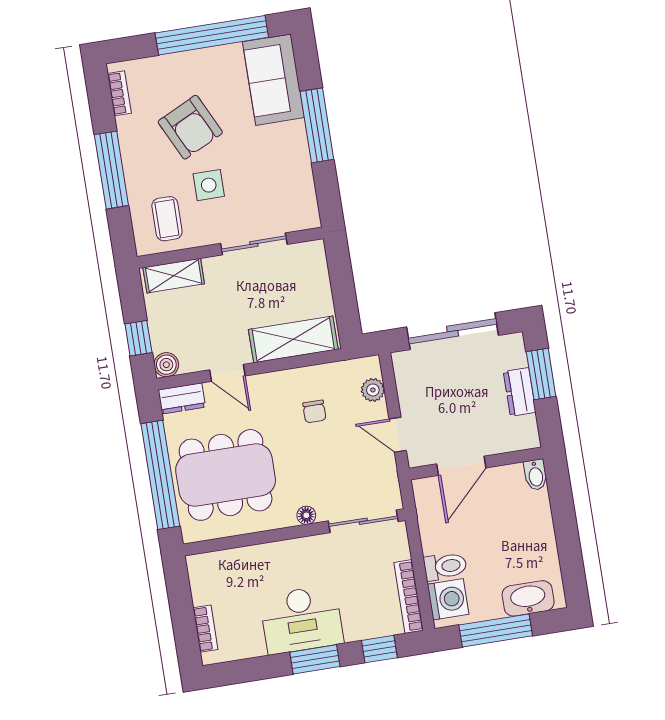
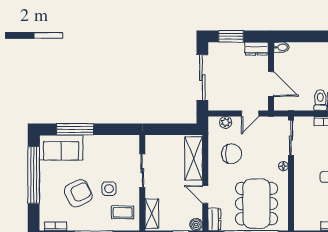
window: (317, 125) -> (75, 129), moved
door: (227, 373) -> (205, 194), swing flipped
dresser: (520, 392) -> (256, 49), moved
chair: (314, 411) -> (232, 154), width x1.87, depth x1.87

